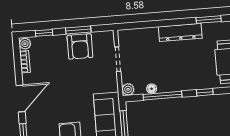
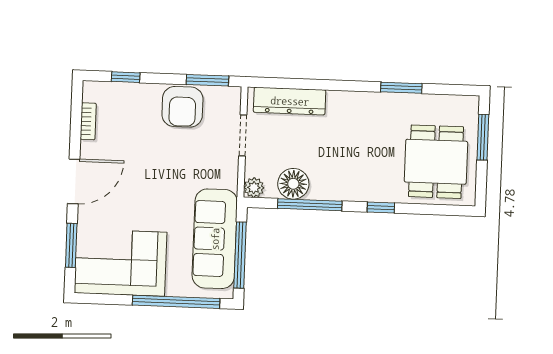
window: (78, 30) -> (207, 80), moved
dresser: (180, 32) -> (290, 101), moved
plant: (25, 44) -> (92, 91), removed
floor lamp: (152, 89) -> (293, 184), width x1.89, depth x1.89

